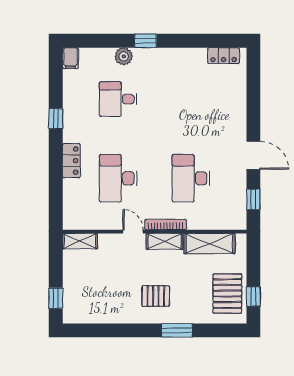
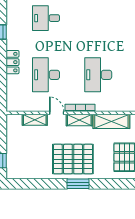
shelving: (80, 241) -> (35, 120), moved
pallet: (156, 296) -> (73, 159), width x2.05, depth x2.00
window: (177, 330) -> (78, 184), moved

